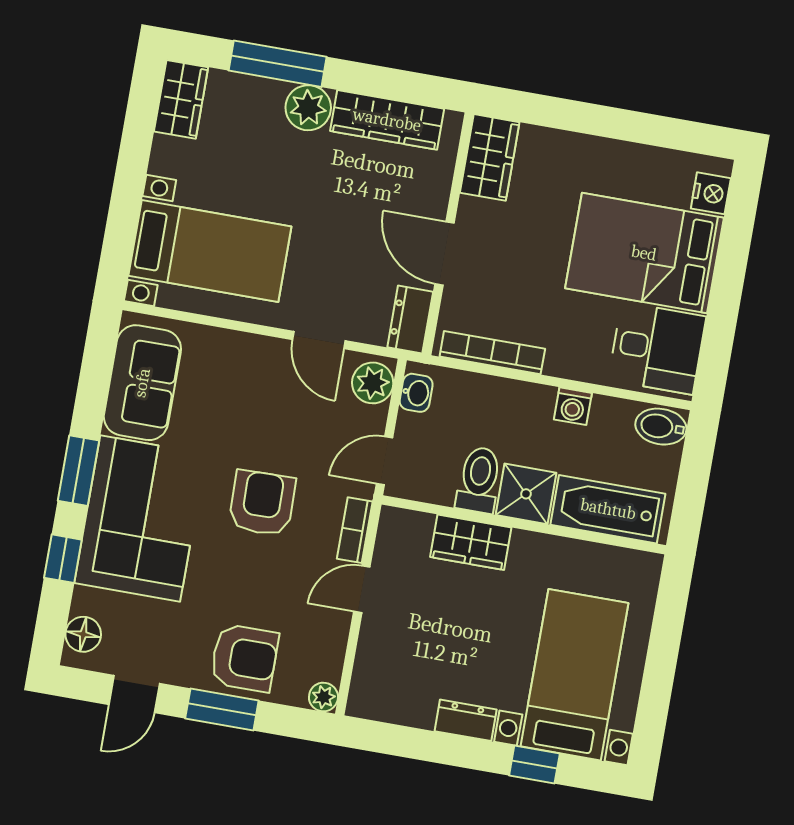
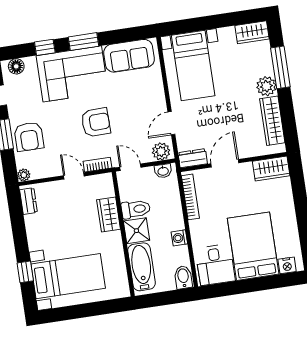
dresser: (466, 720) -> (28, 201), moved

